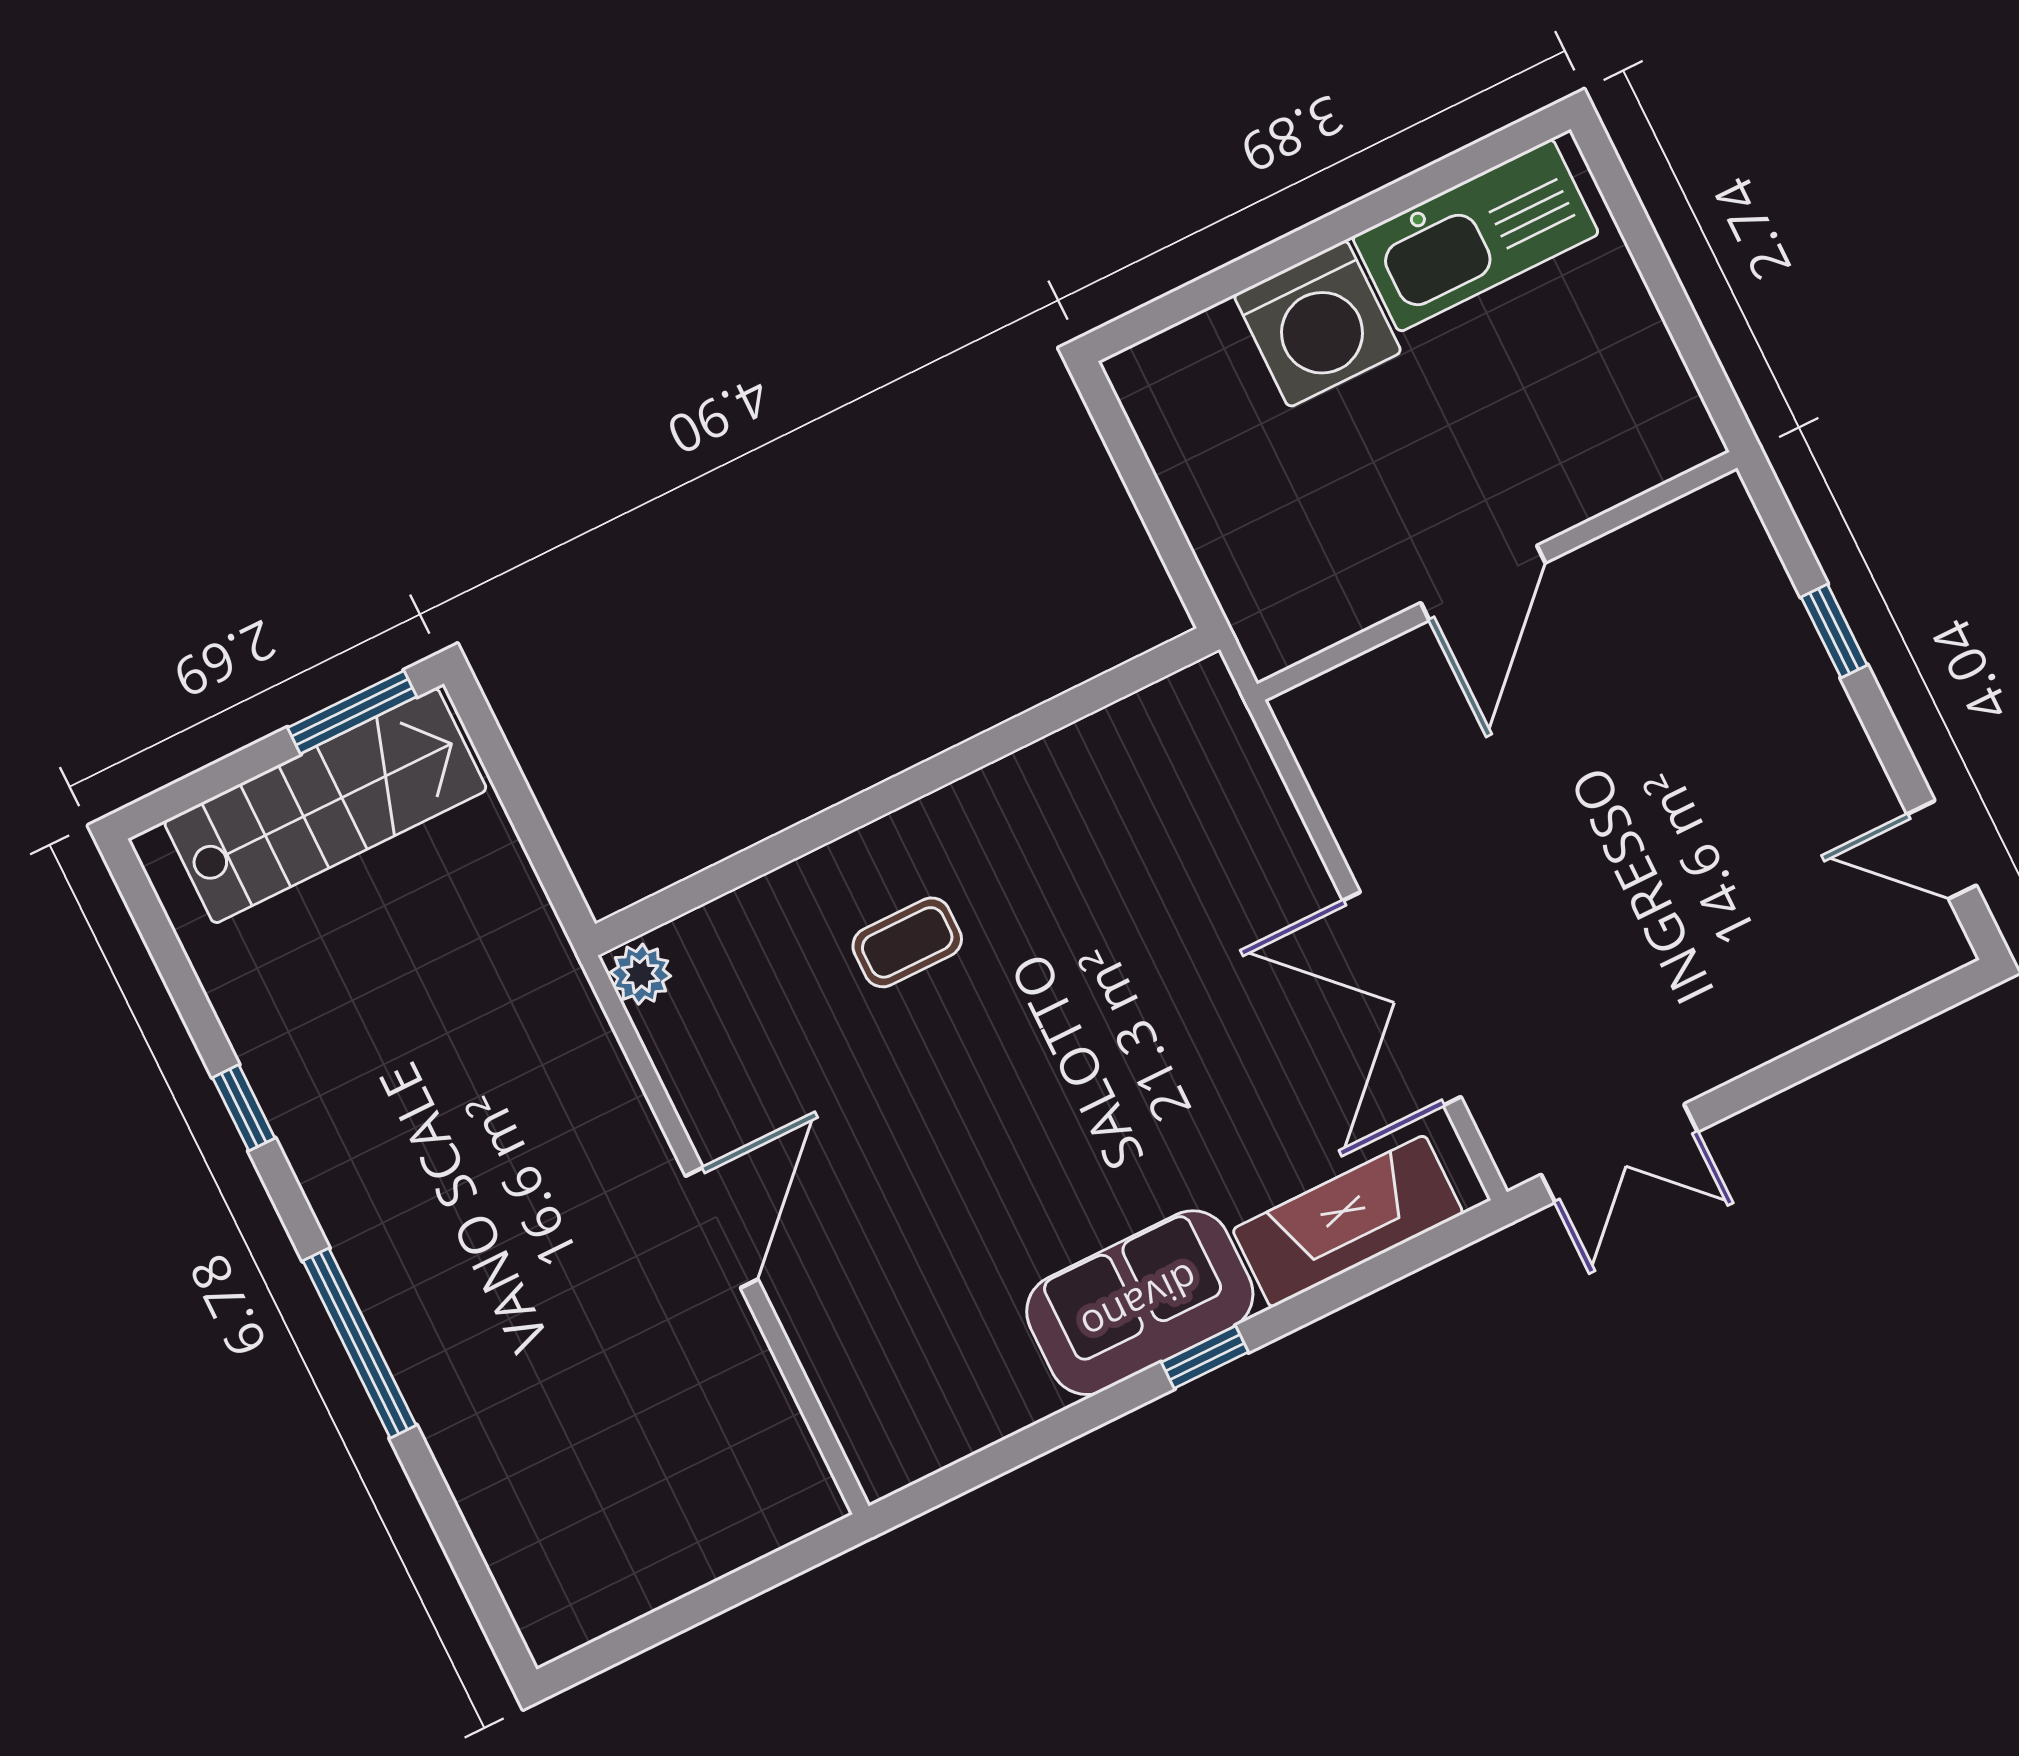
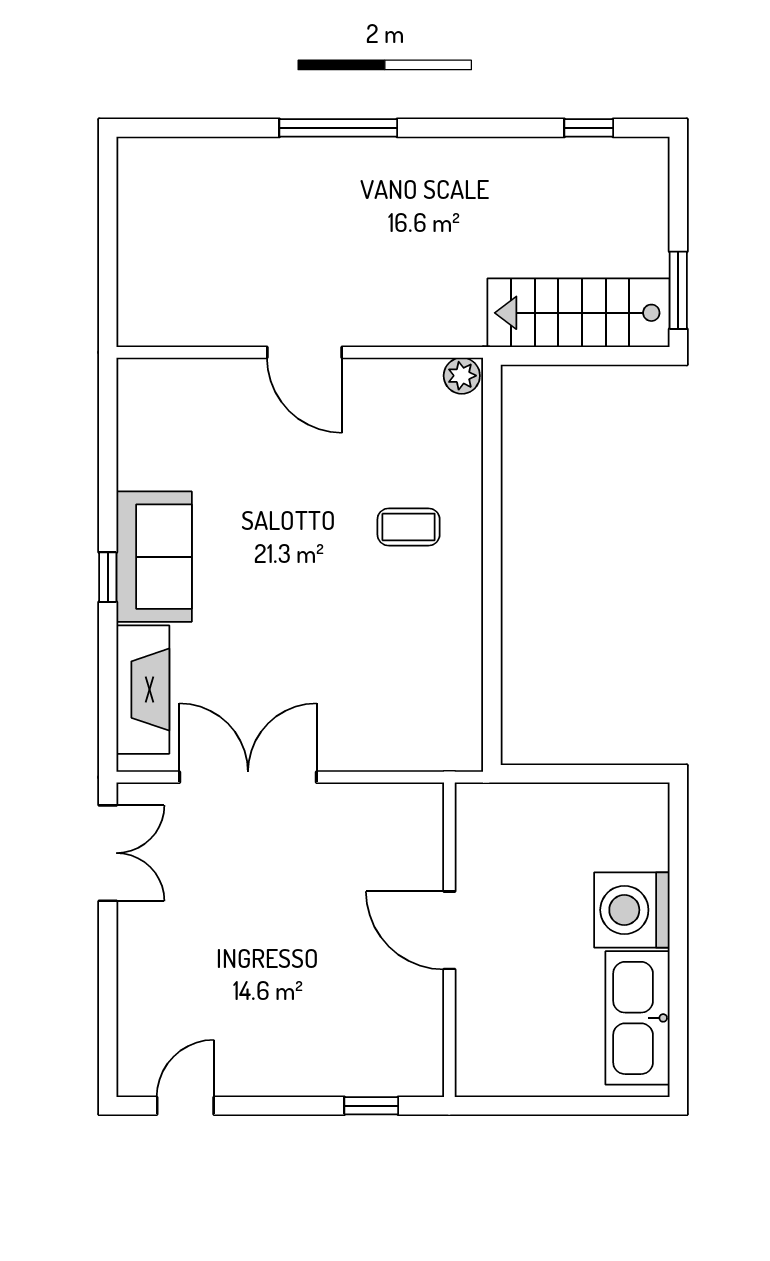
window: (1834, 631) -> (371, 1106), moved
stairs: (325, 806) -> (578, 313), moved, turned 90
coffee table: (907, 942) -> (409, 527), turned 90
window: (244, 1108) -> (589, 128), moved
double door: (1619, 1153) -> (108, 853), swing flipped

